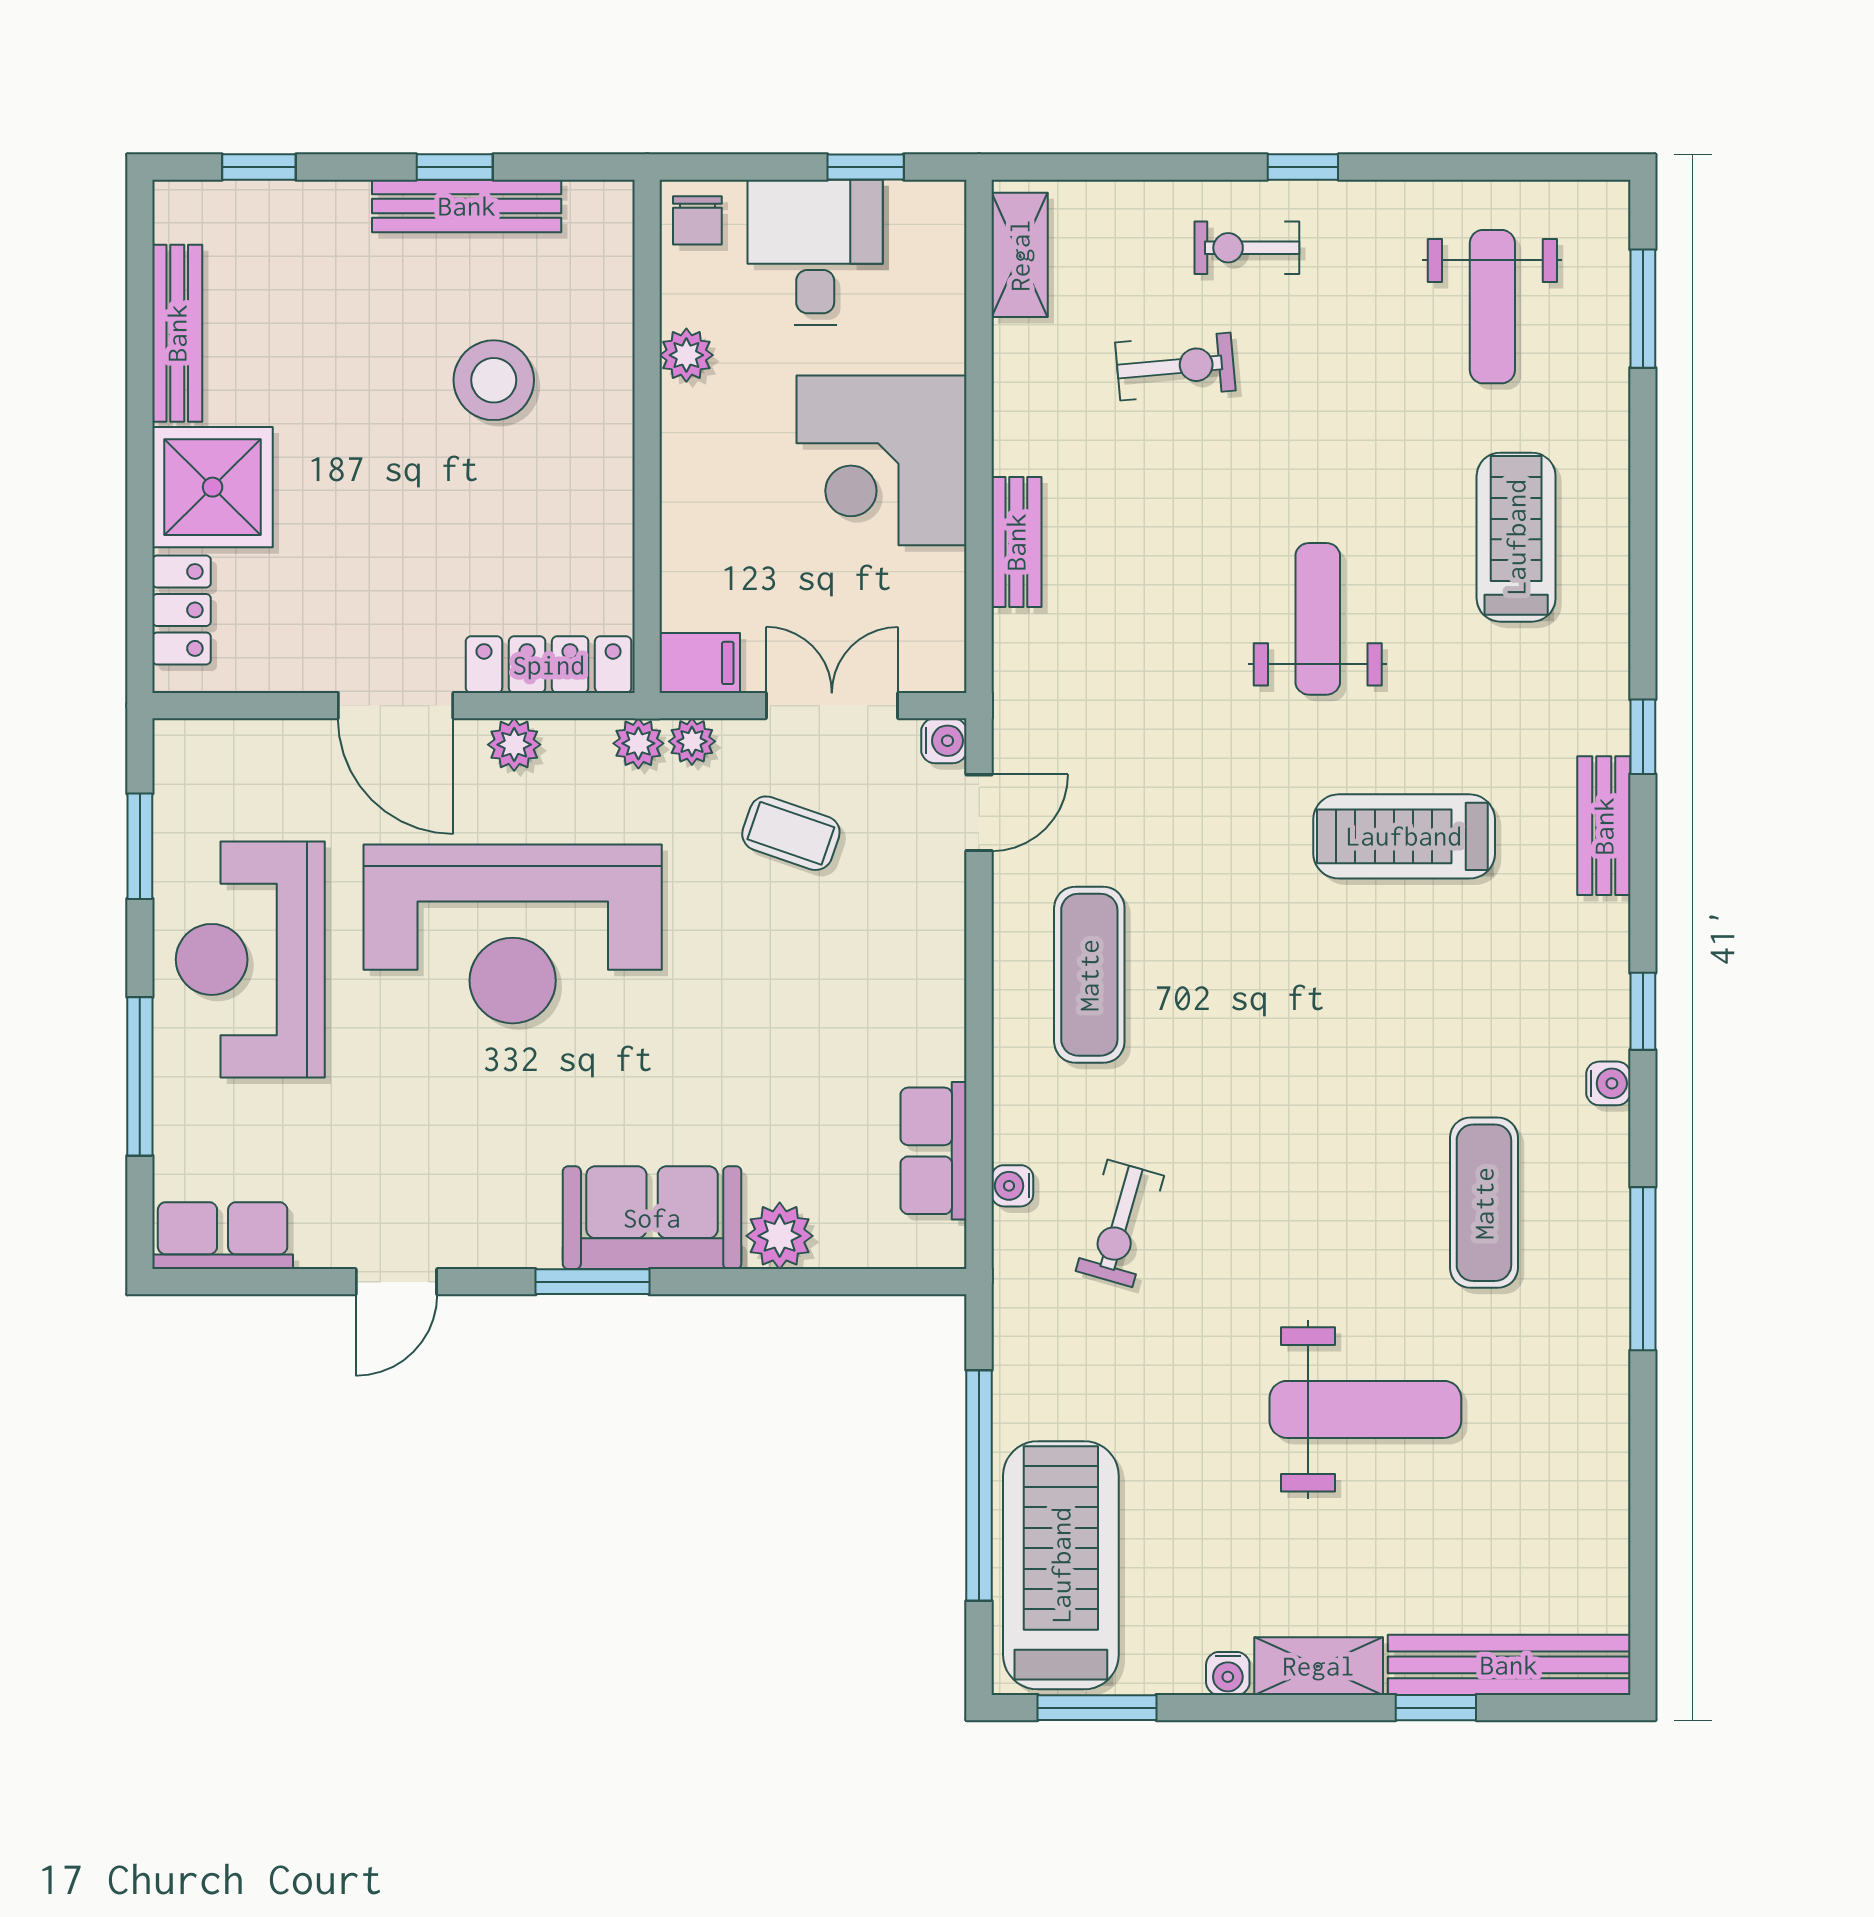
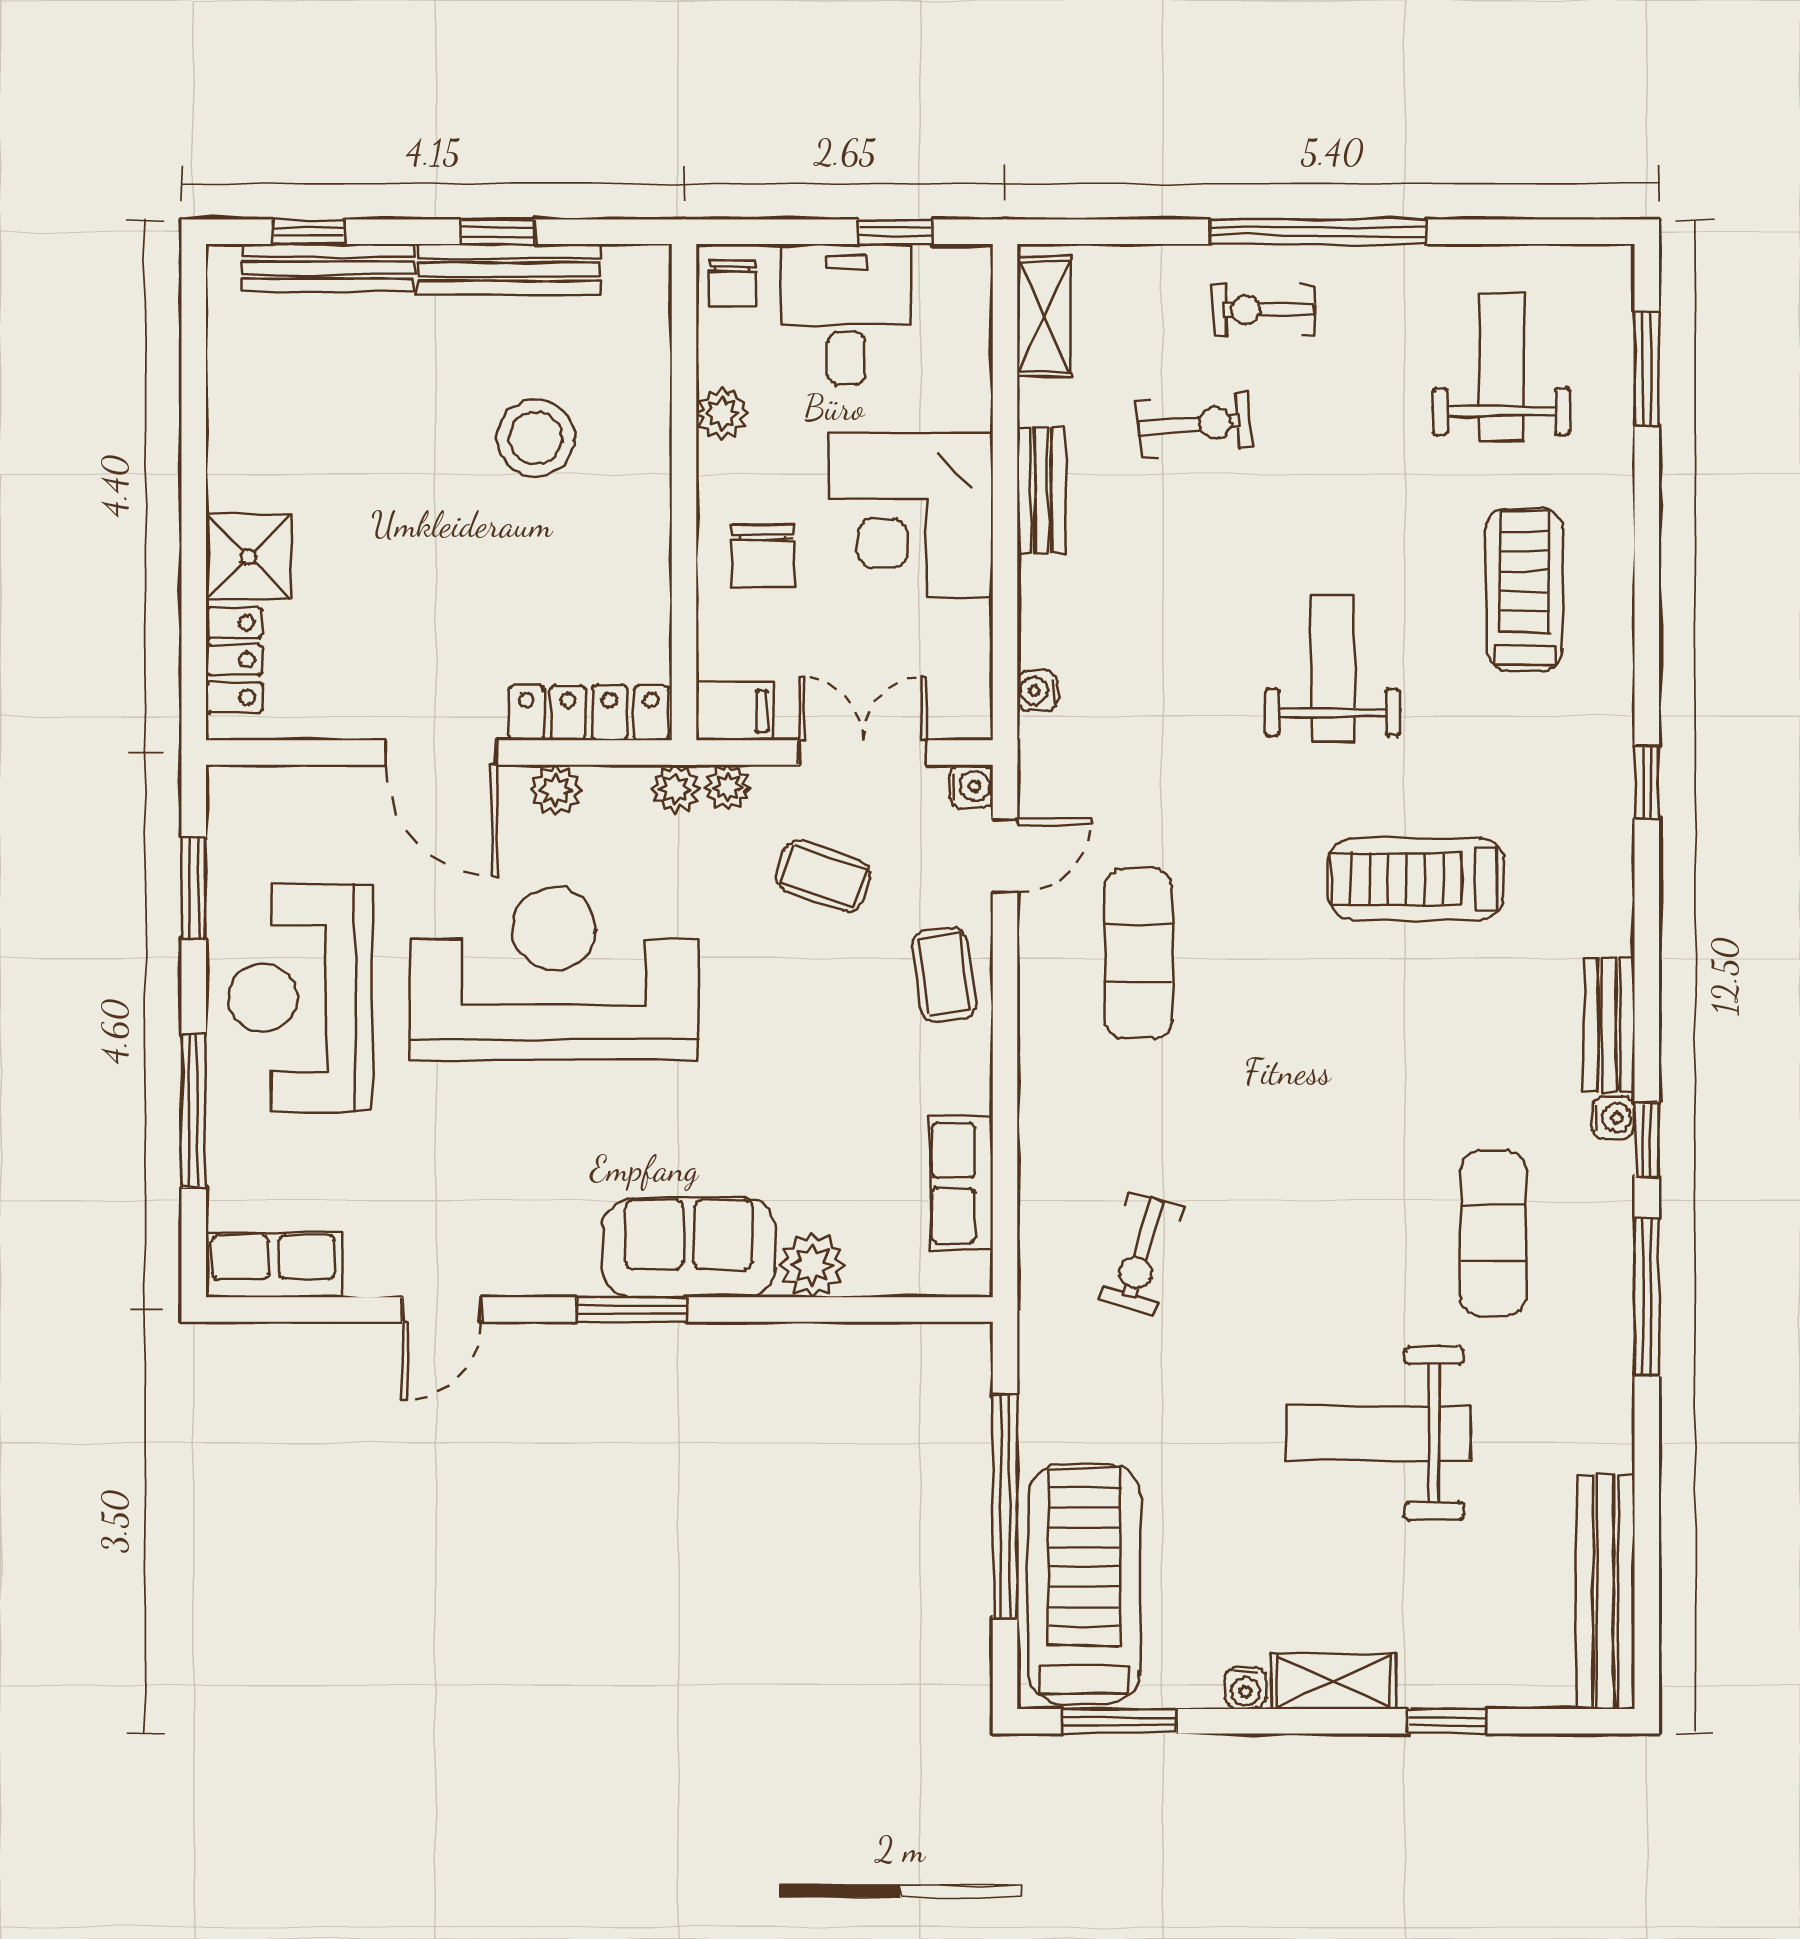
window: (1303, 167) -> (1318, 232), width x3.17
weight bench: (1492, 307) -> (1501, 367), turned 180
bench: (177, 333) -> (328, 268), moved, turned 90
shower: (213, 487) -> (248, 557), width x0.73, depth x0.73
chair: (728, 502) -> (763, 556), added
bench: (1016, 542) -> (1041, 491), moved
bench: (1604, 826) -> (1609, 1025), moved
reception desk: (513, 934) -> (554, 973), turned 180
coffee table: (916, 936) -> (944, 975), added
exercise mat: (1089, 975) -> (1139, 954), moved
window: (1643, 1011) -> (1647, 1140), moved
water cooler: (1012, 1186) -> (1037, 691), moved
weight bench: (1365, 1409) -> (1379, 1433), turned 180
bench: (1509, 1665) -> (1606, 1592), moved, turned 90

